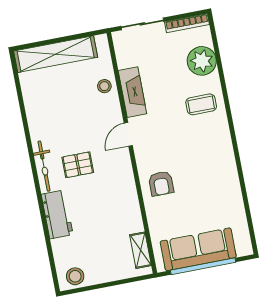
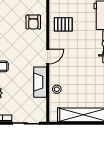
pallet: (78, 165) -> (63, 24), moved
armchair: (161, 184) -> (33, 22), turned 180

